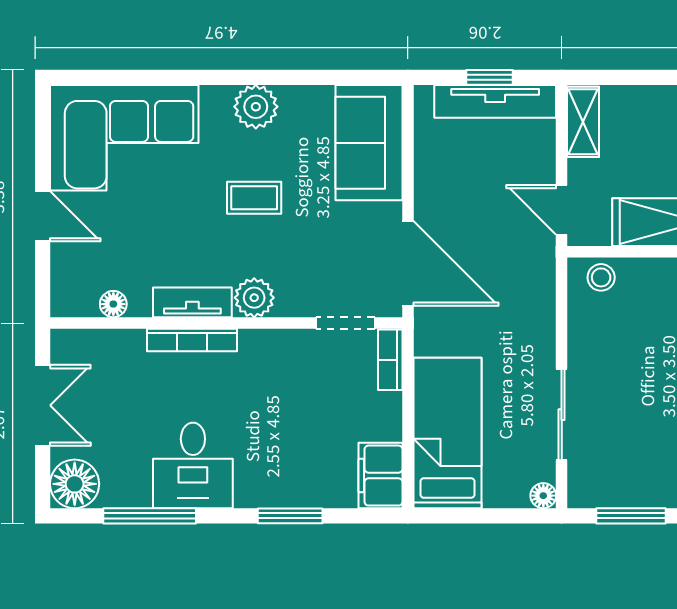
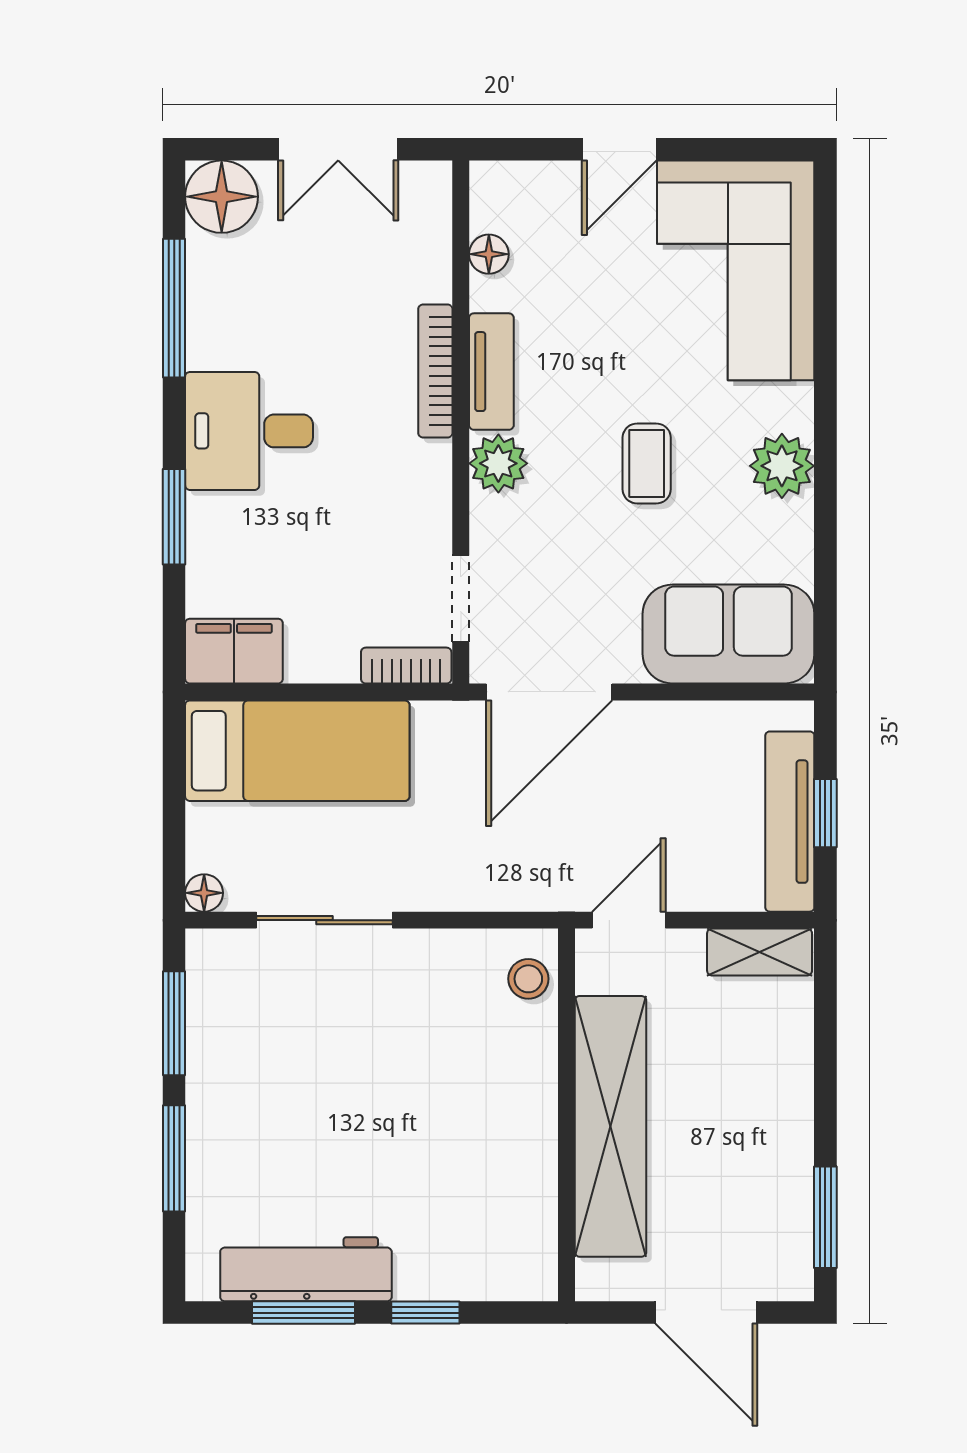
desk: (193, 465) -> (249, 431), moved

